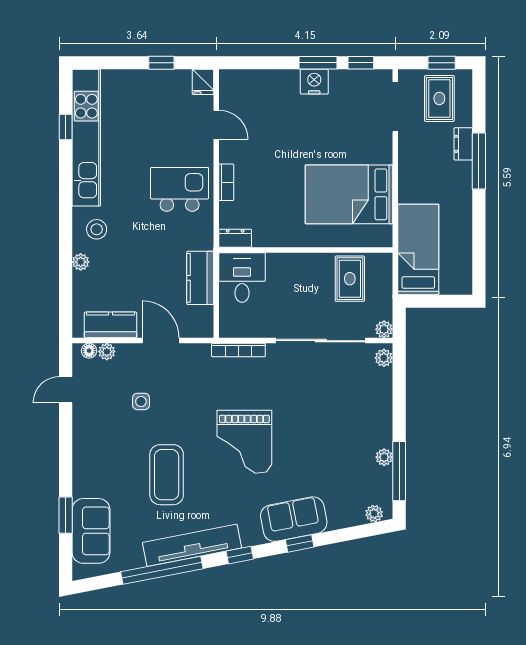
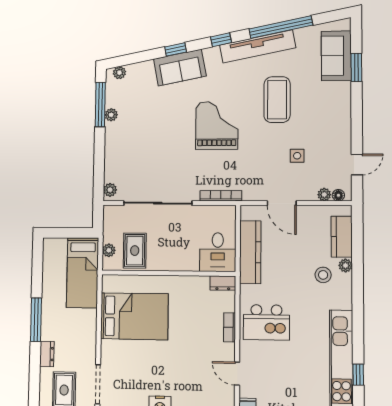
window: (479, 161) -> (36, 320), moved
stool: (97, 229) -> (323, 275), moved
kitchen counter: (200, 278) -> (250, 252), width x1.50
kitchen counter: (111, 325) -> (342, 237), moved, turned 90
plant: (384, 329) -> (109, 250), moved

